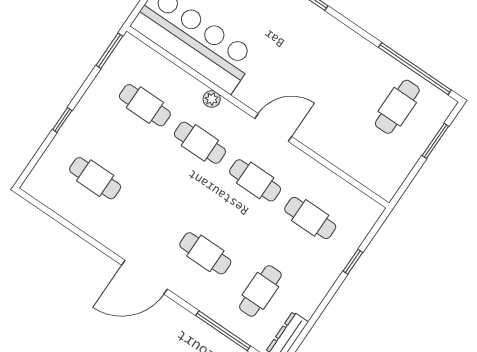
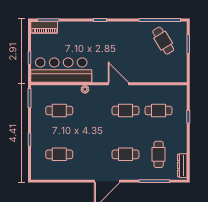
cafe table: (397, 107) -> (163, 41), turned -31
door: (273, 128) -> (118, 84), hinge flipped
cafe table: (200, 143) -> (92, 111), removed

